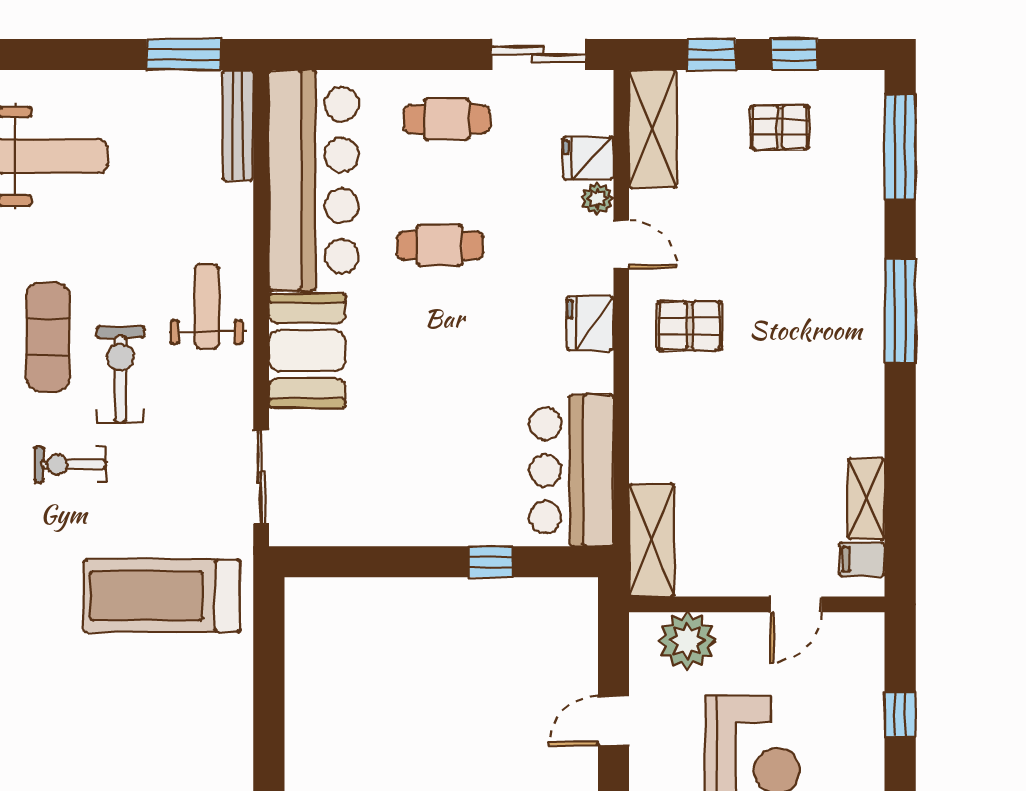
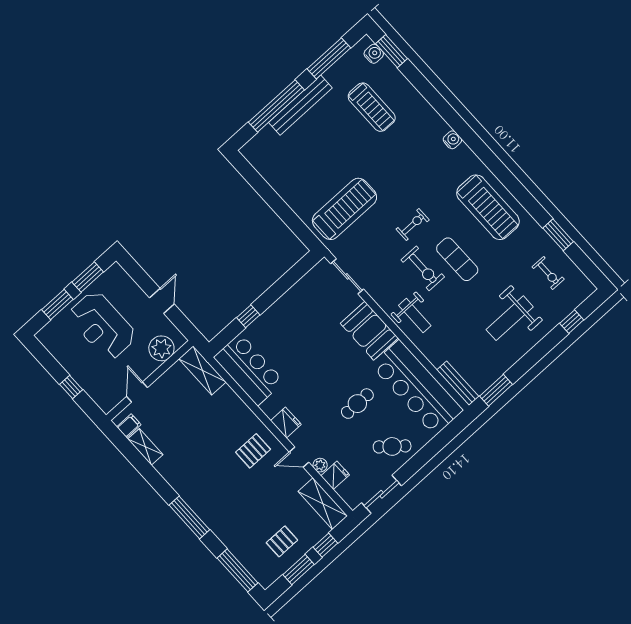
window: (795, 54) -> (299, 569), width x1.50
cafe table: (447, 119) -> (392, 446), turned 40

